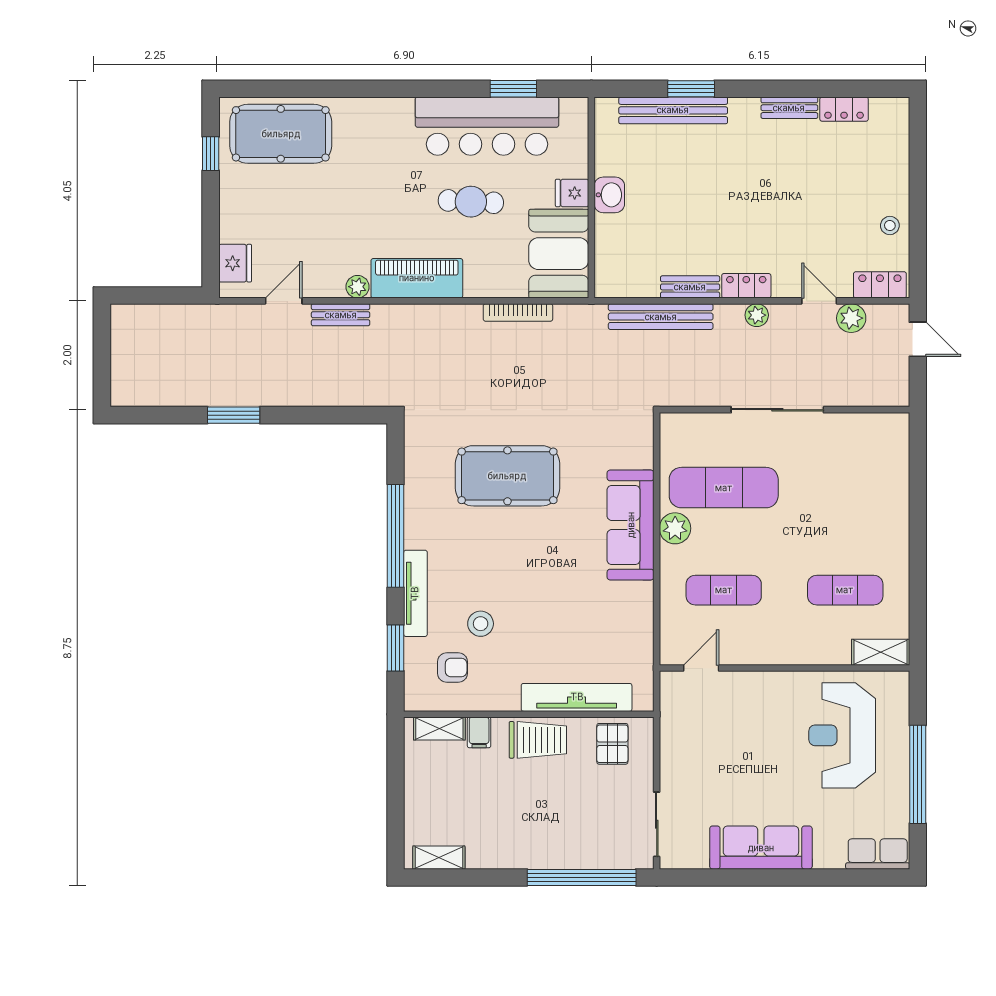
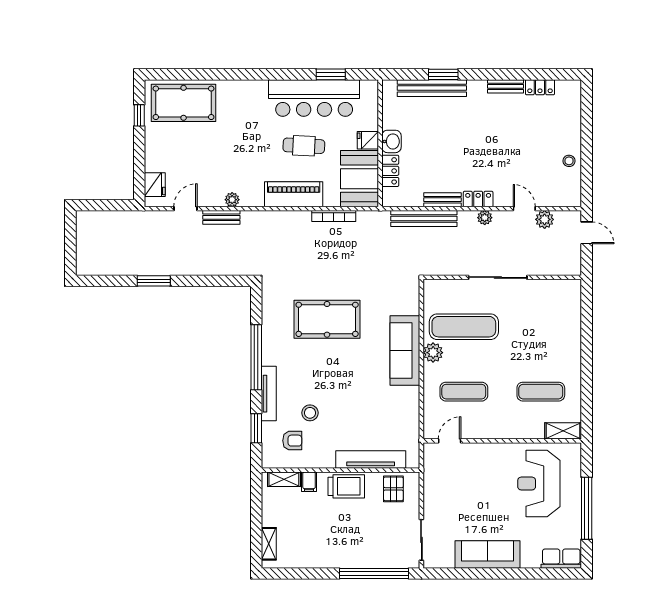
piano: (417, 278) -> (294, 194), moved
locker: (880, 285) -> (390, 171), moved, turned 90
shelving: (439, 858) -> (269, 544), moved, turned 90

